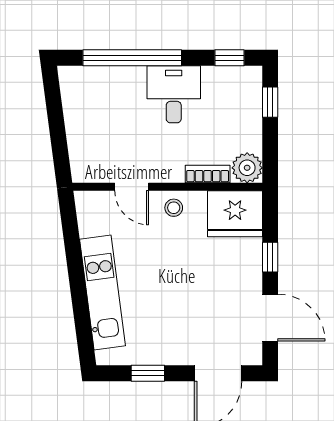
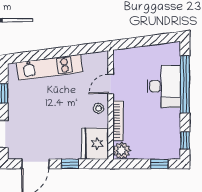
desk: (174, 94) -> (164, 86), moved, width x1.37
bookcase: (208, 174) -> (118, 121), width x1.56

